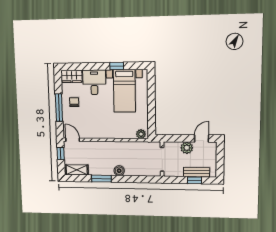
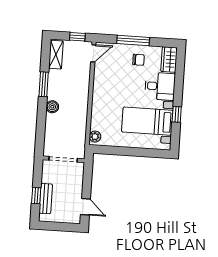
plant: (187, 148) -> (75, 189), removed

